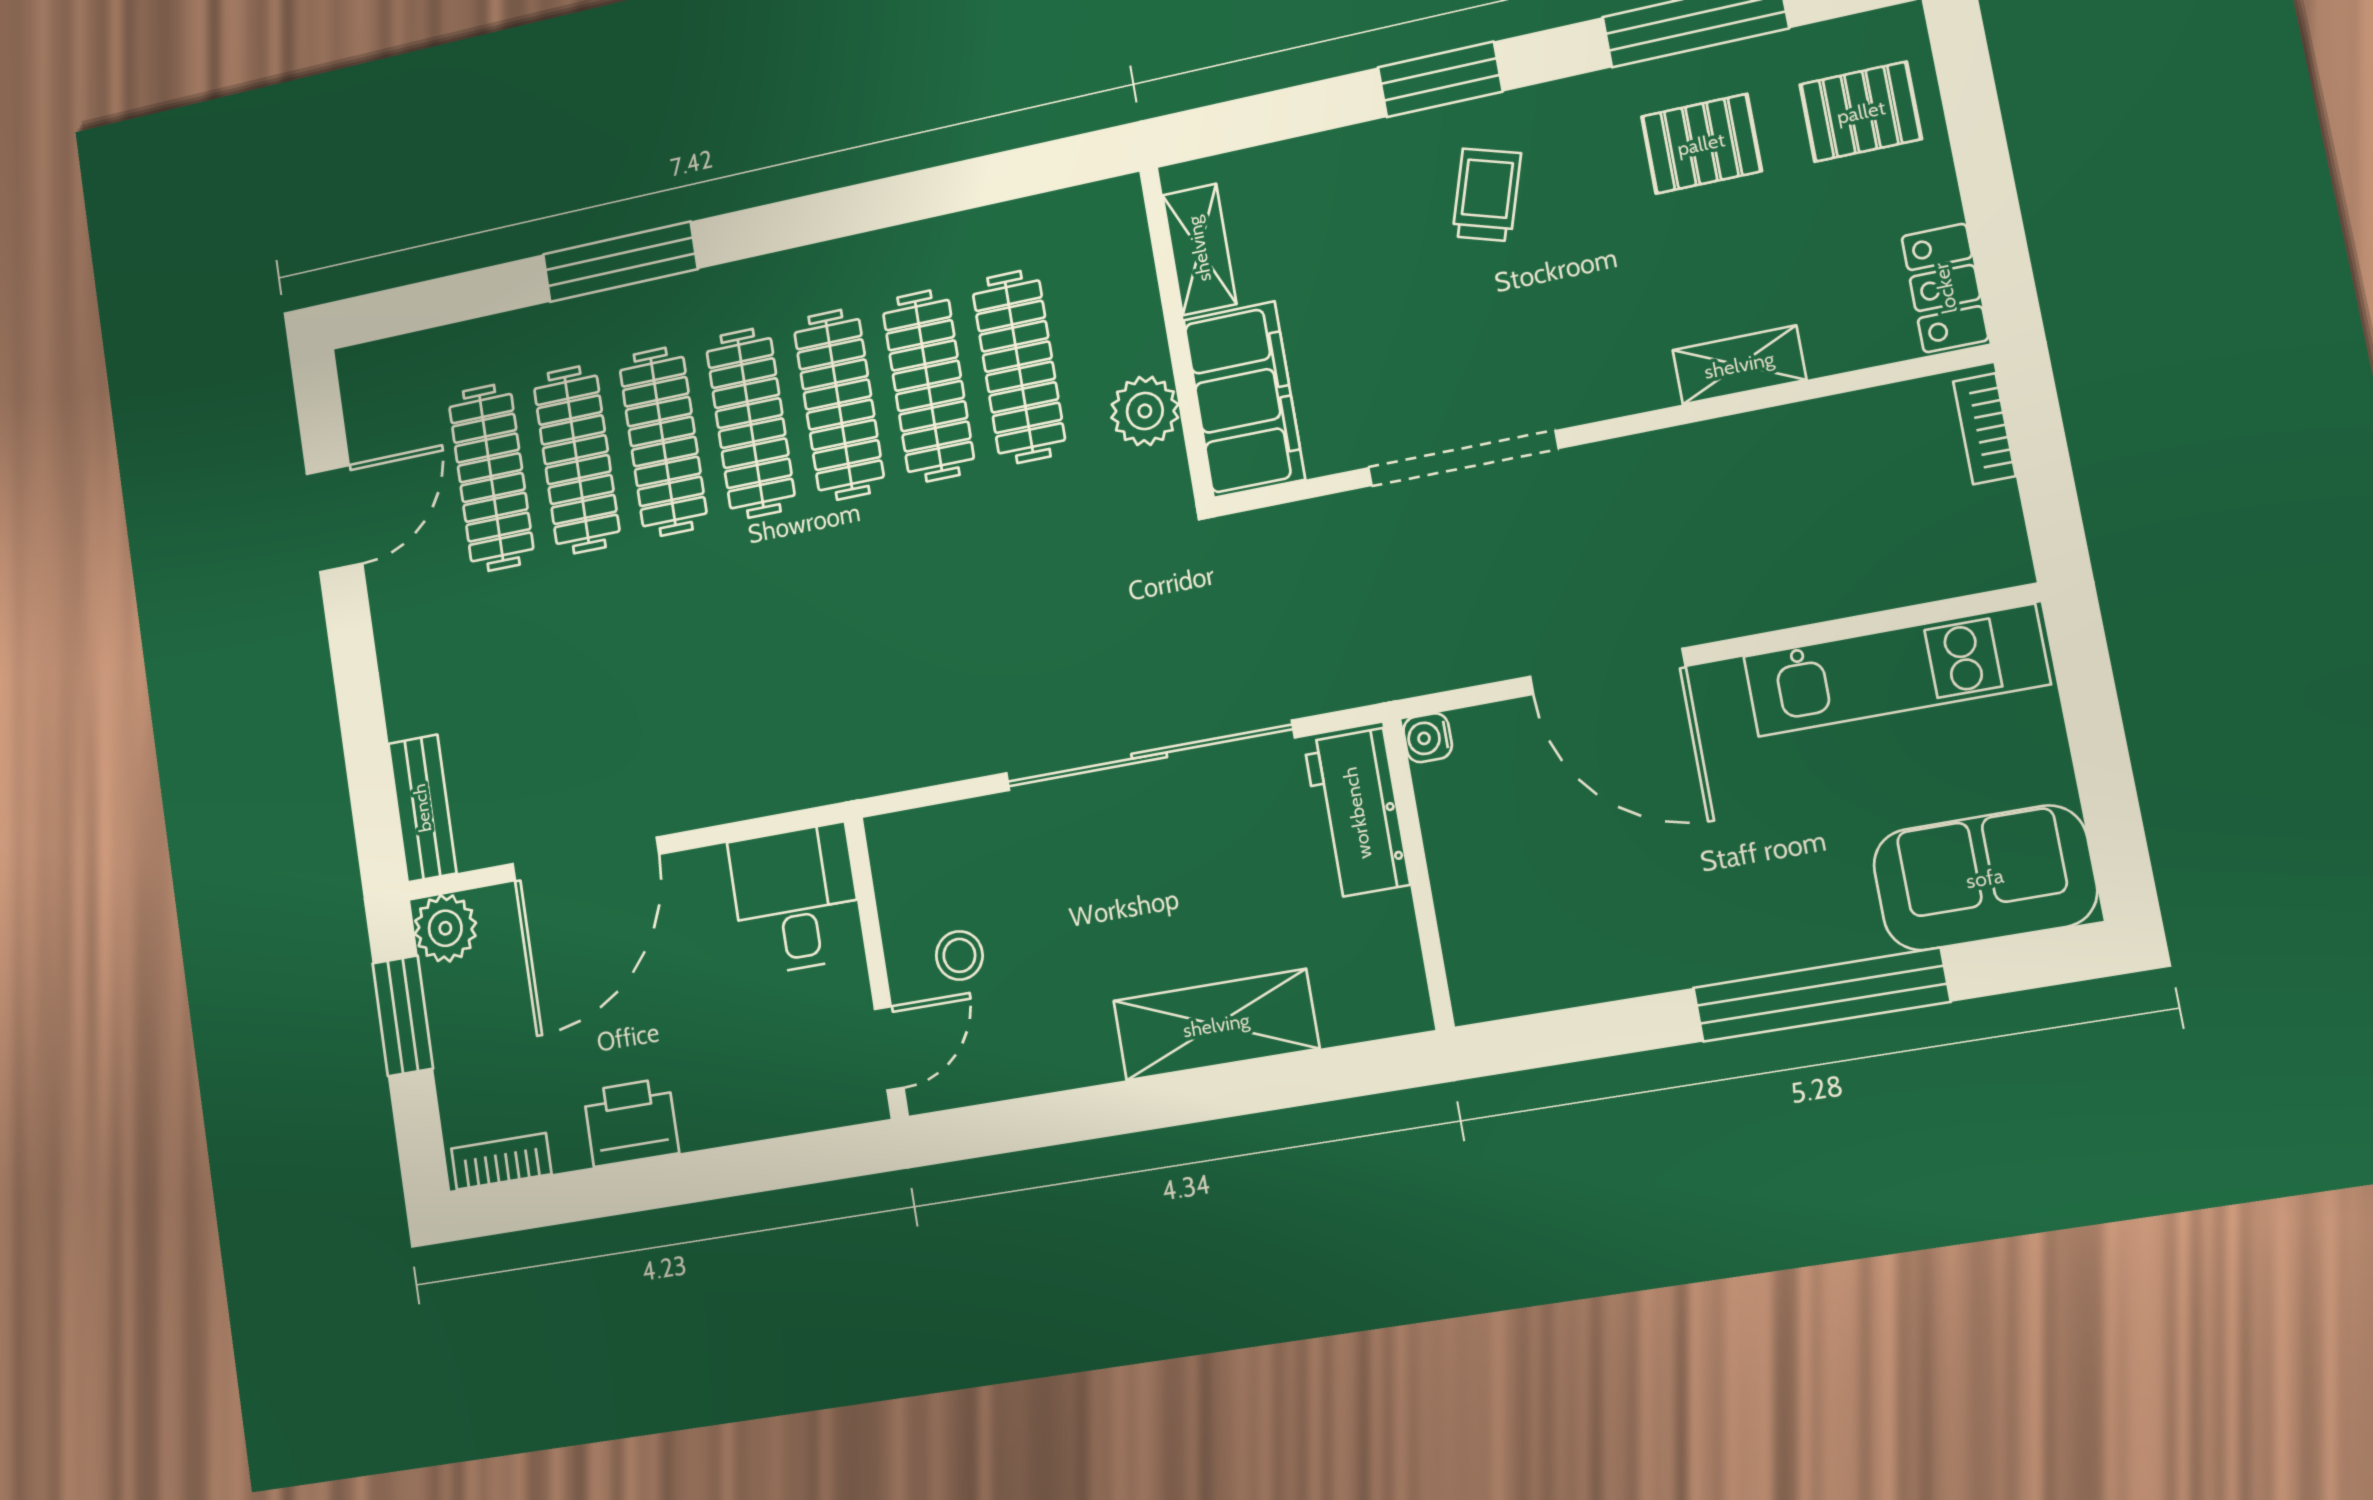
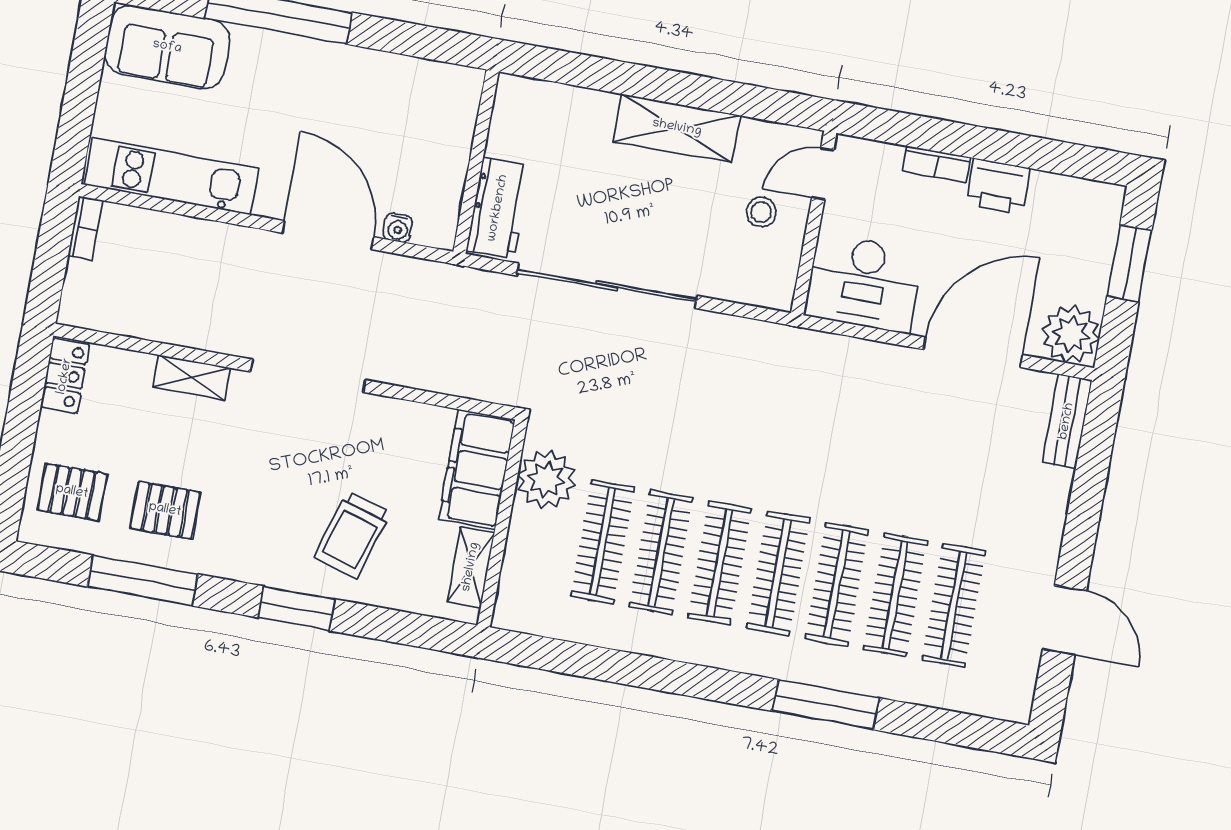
trolley: (1487, 195) -> (352, 535), moved, width x1.36, depth x1.39
plant: (1145, 411) -> (546, 480), width x1.36, depth x1.36
bookcase: (1984, 429) -> (85, 228), moved
doorway: (1463, 458) -> (308, 376), moved
door: (335, 519) -> (1064, 620), swing flipped
water cooler: (1428, 738) -> (398, 228), moved, turned 90
desk: (796, 899) -> (864, 283), width x1.37
plant: (445, 928) -> (1071, 334), width x1.36, depth x1.36
window: (403, 1016) -> (1129, 263), moved
shelving: (1216, 1025) -> (677, 128), moved
bookcase: (501, 1161) -> (936, 164), moved

